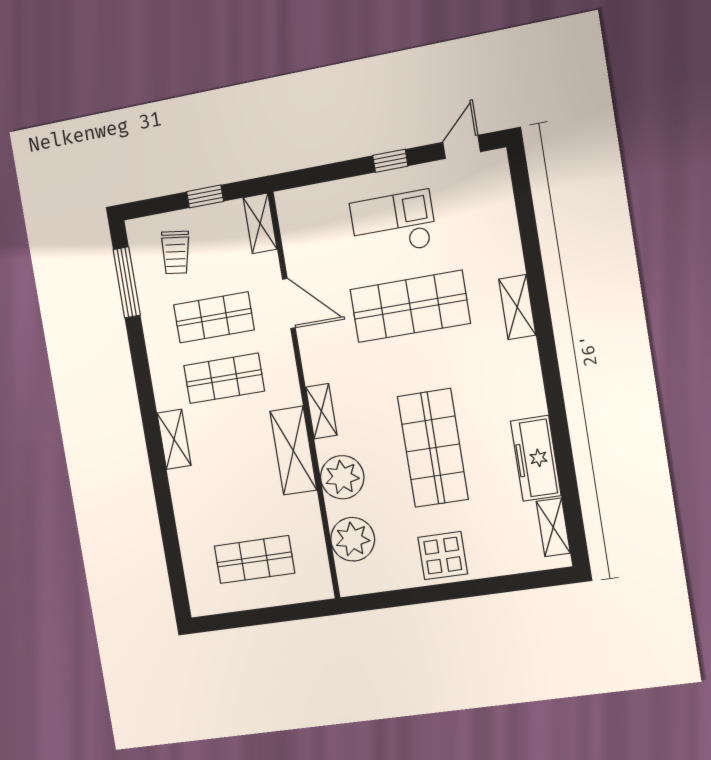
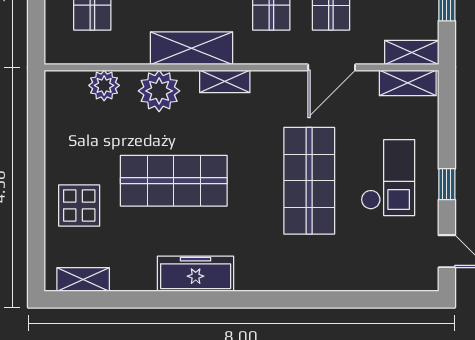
shelving: (517, 307) -> (408, 83), moved
freezer: (536, 458) -> (196, 274), moved
plant: (353, 539) -> (104, 85), width x0.73, depth x0.73
display table: (443, 556) -> (79, 205), moved

